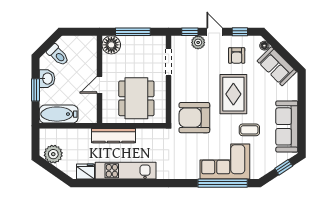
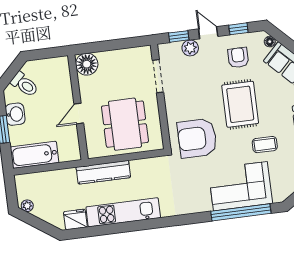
window: (133, 32) -> (110, 45), removed
armchair: (237, 55) -> (238, 58), turned 180
plant: (53, 154) -> (27, 206), width x0.53, depth x0.53

